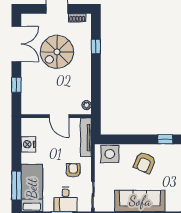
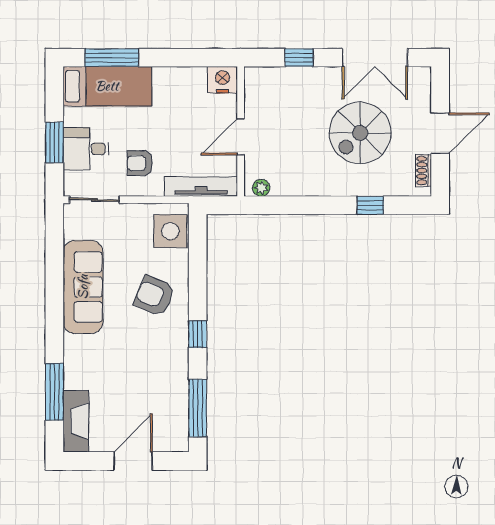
spiral stairs: (57, 52) -> (360, 133), turned -90
nightstand: (28, 144) -> (222, 80), moved
armchair: (73, 170) -> (140, 163), turned 180

